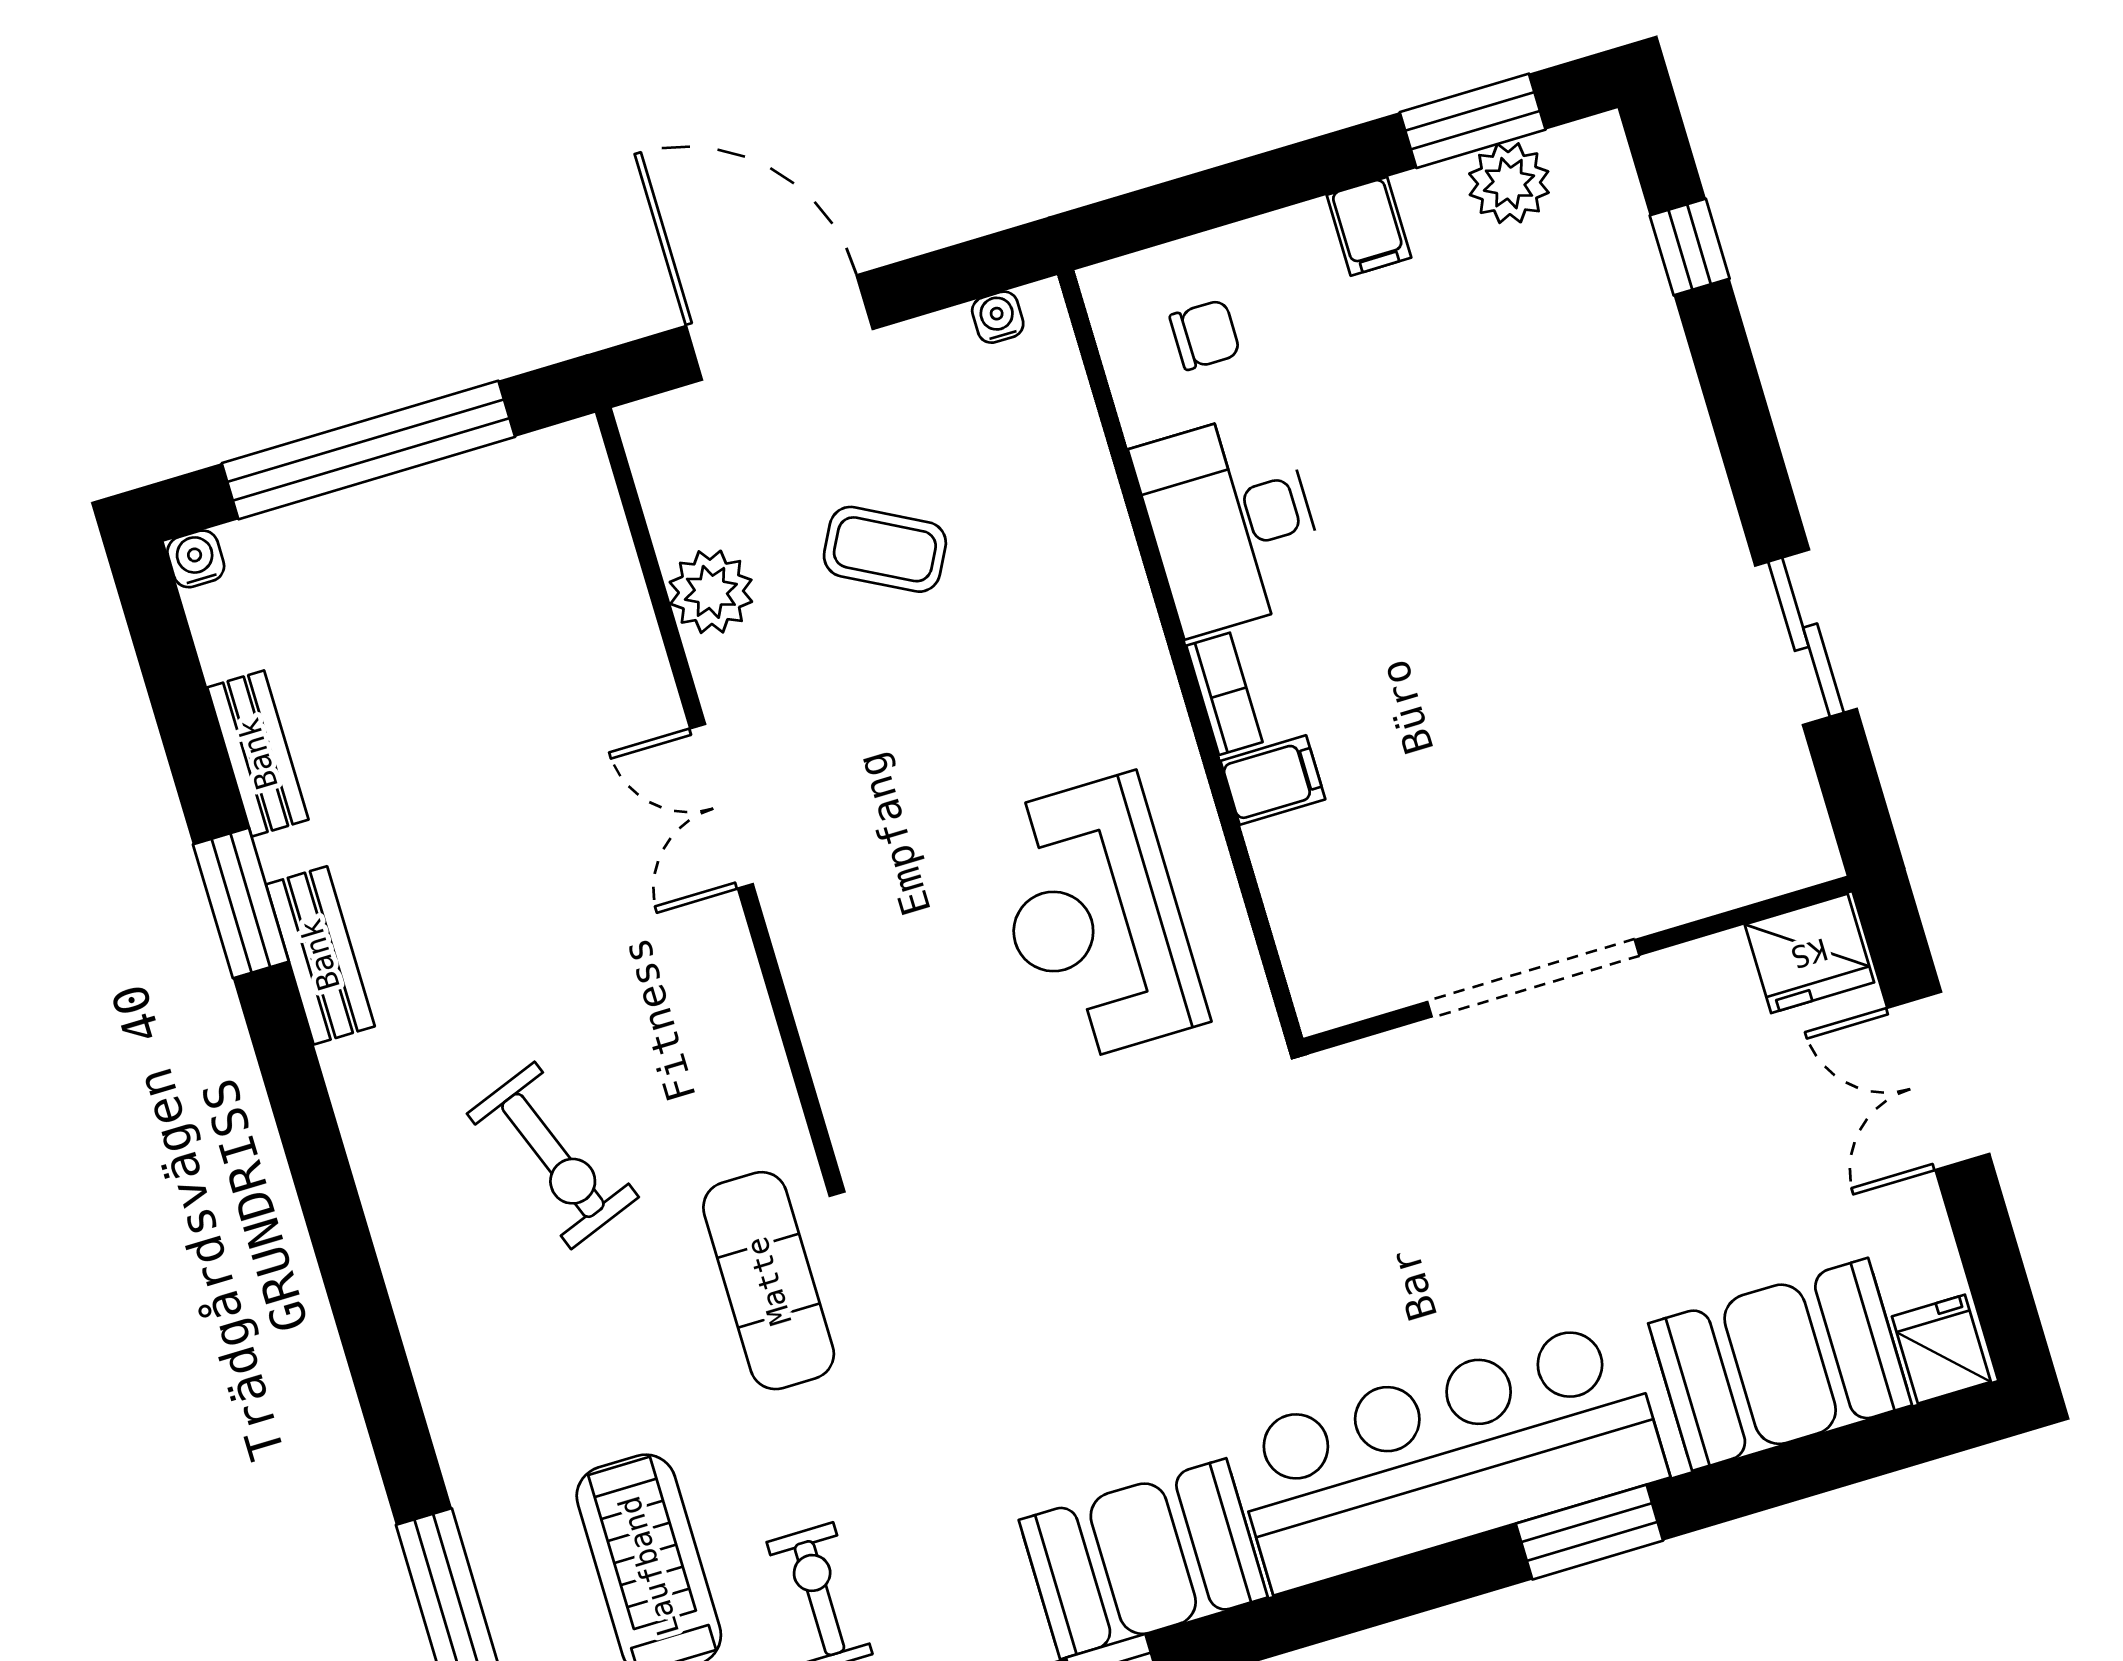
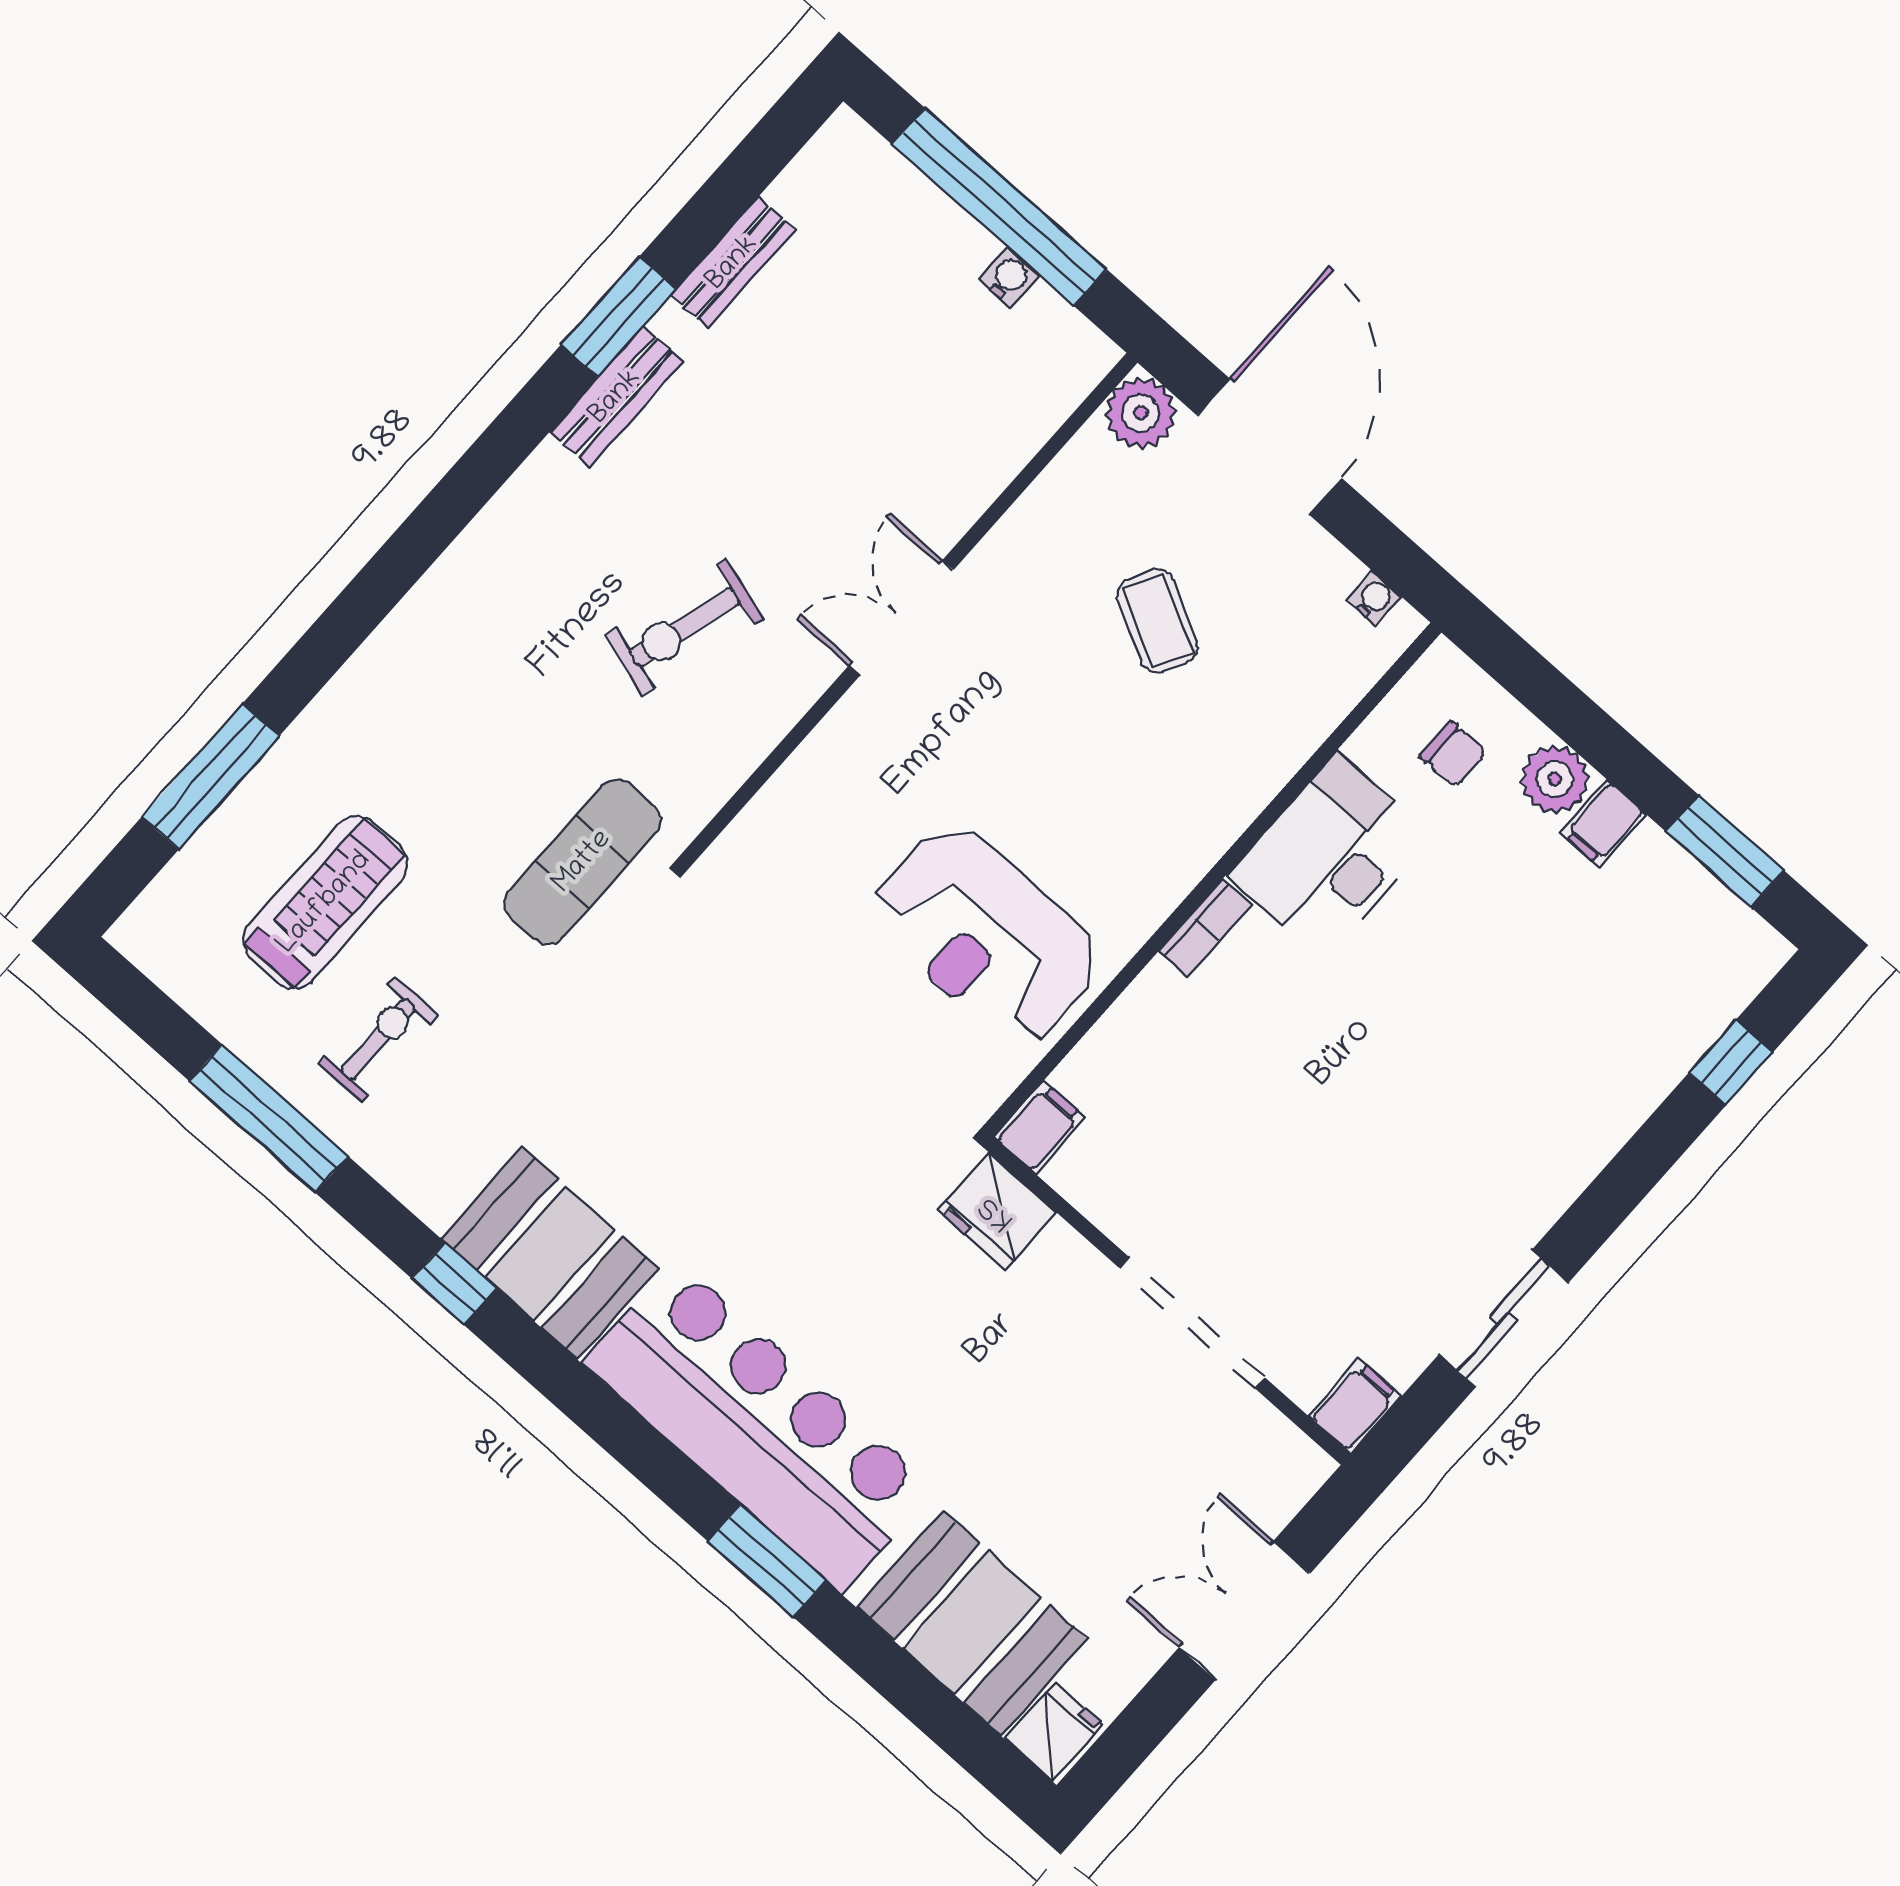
plant: (1509, 183) -> (1555, 779), moved
water cooler: (196, 559) -> (1009, 277), moved
plant: (711, 592) -> (1141, 413), moved
filing cabinet: (1273, 780) -> (1040, 1127), moved, turned -90
filing cabinet: (1801, 842) -> (1355, 1406), added
reception desk: (1095, 919) -> (986, 935), turned -90
fridge: (1809, 953) -> (997, 1212), moved
doorway: (1533, 978) -> (1192, 1323), moved
exercise bike: (553, 1155) -> (684, 627), moved, turned 37

